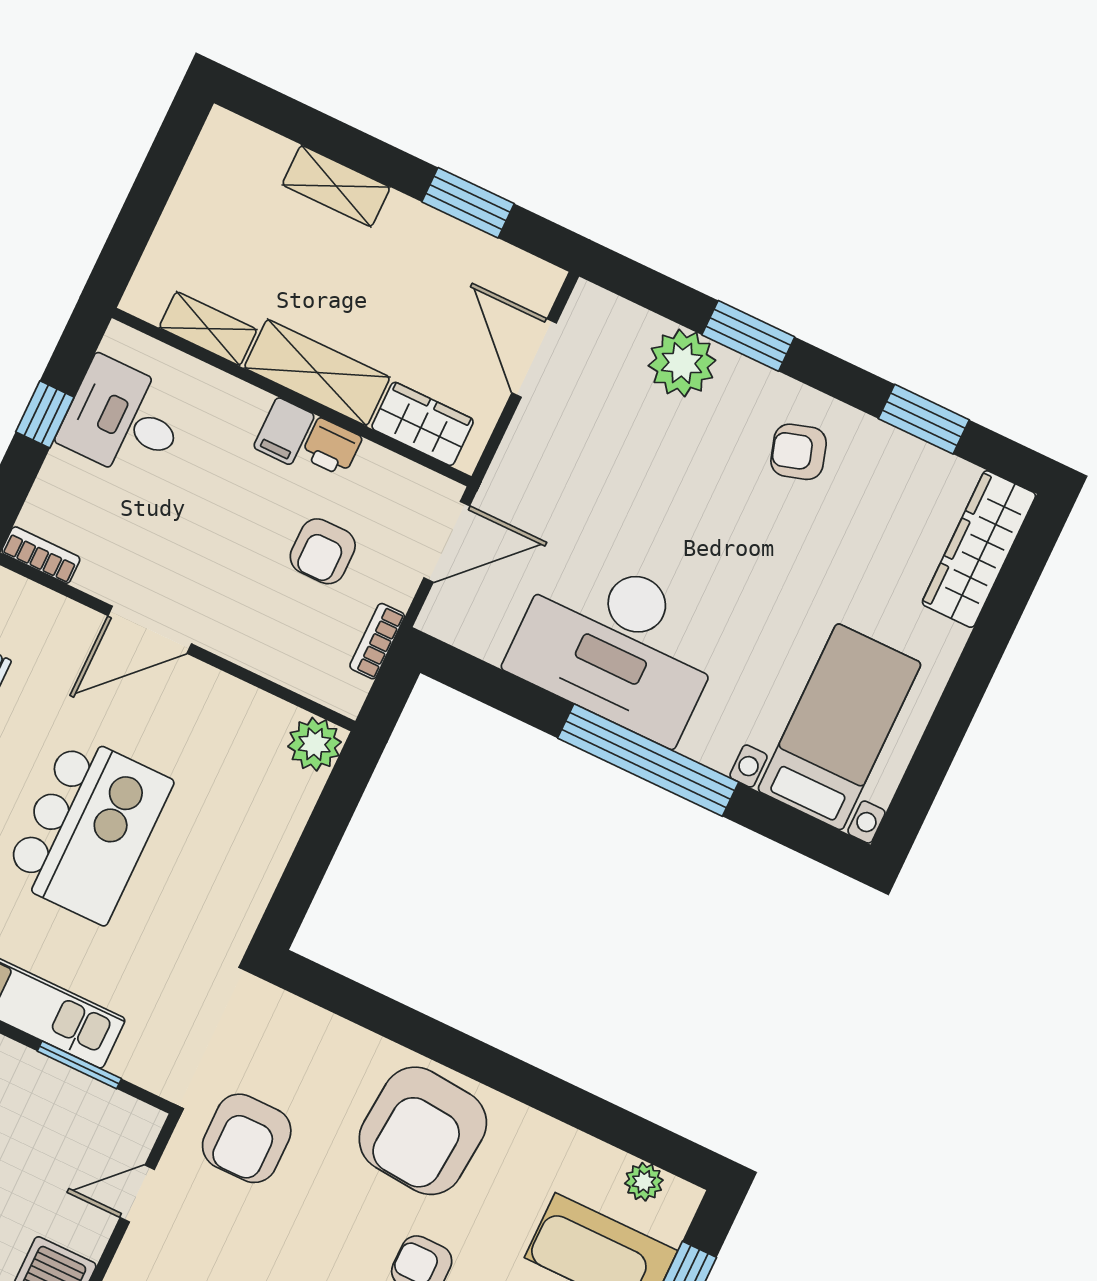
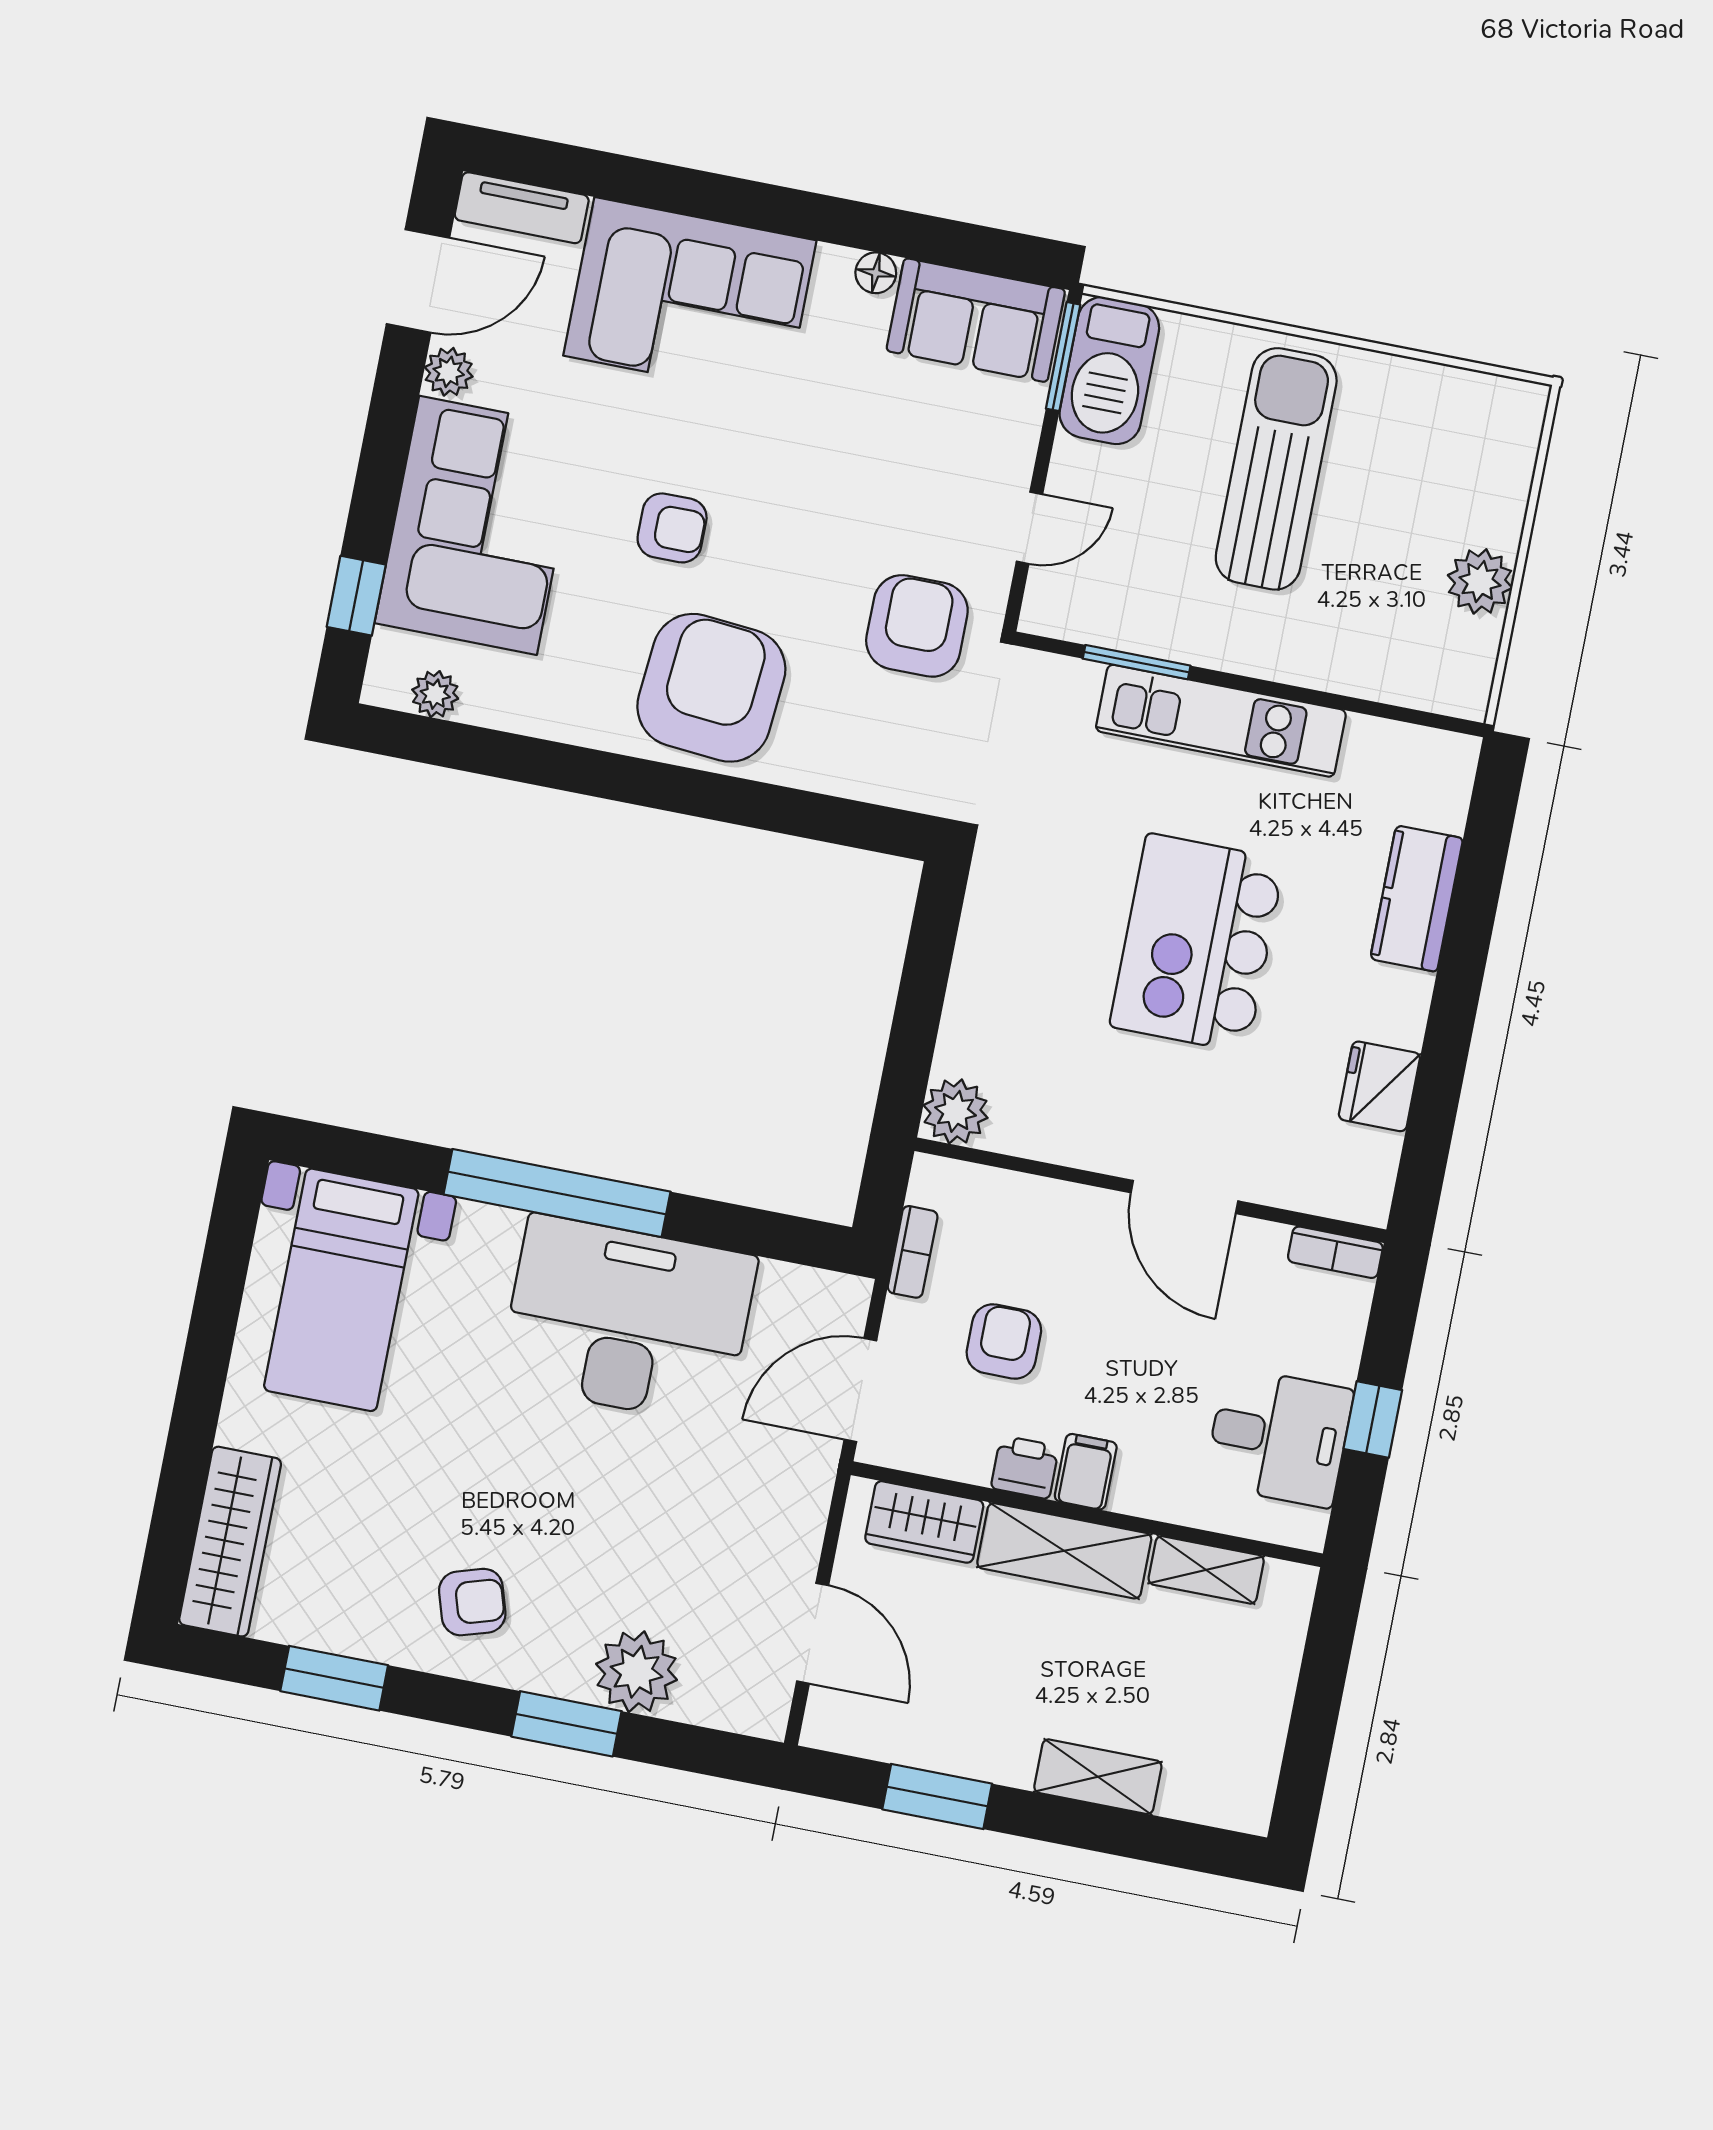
door: (150, 630) -> (1184, 1197), swing flipped

